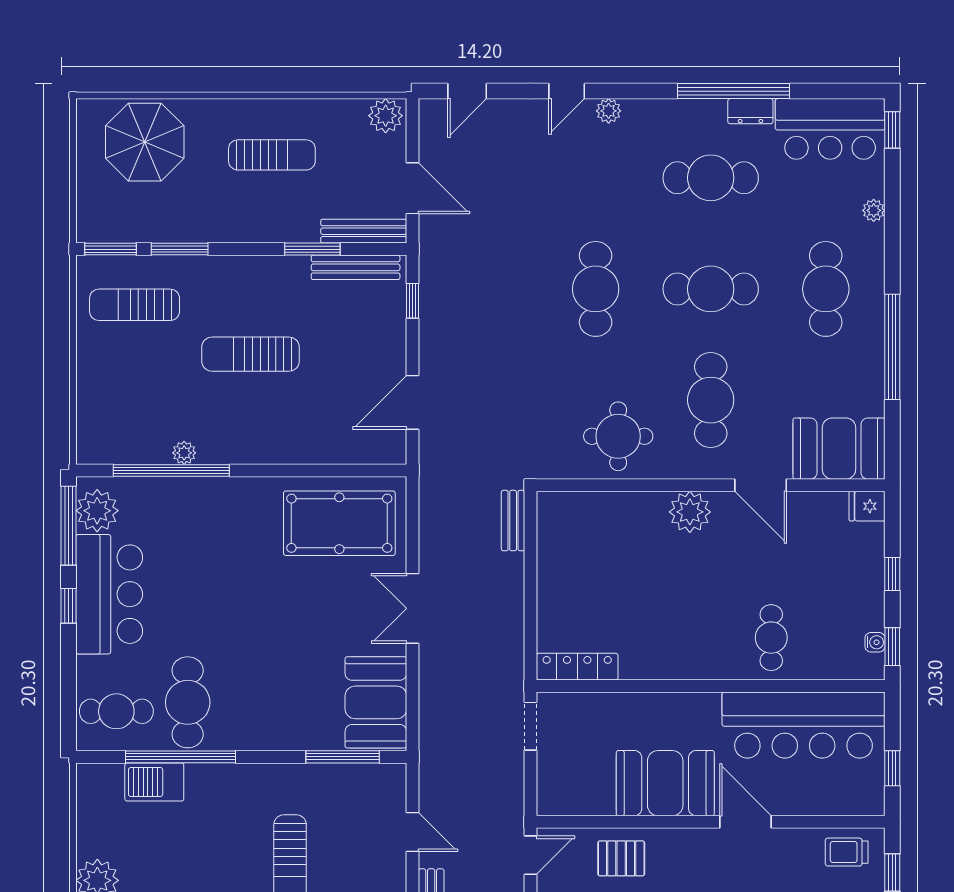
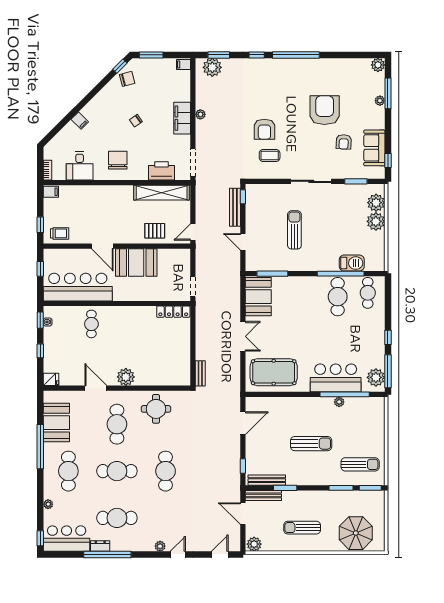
booth: (839, 449) -> (56, 423), moved, turned 90
bar counter: (109, 594) -> (336, 378), moved, turned 90
cafe table: (116, 711) -> (368, 293), turned 90

